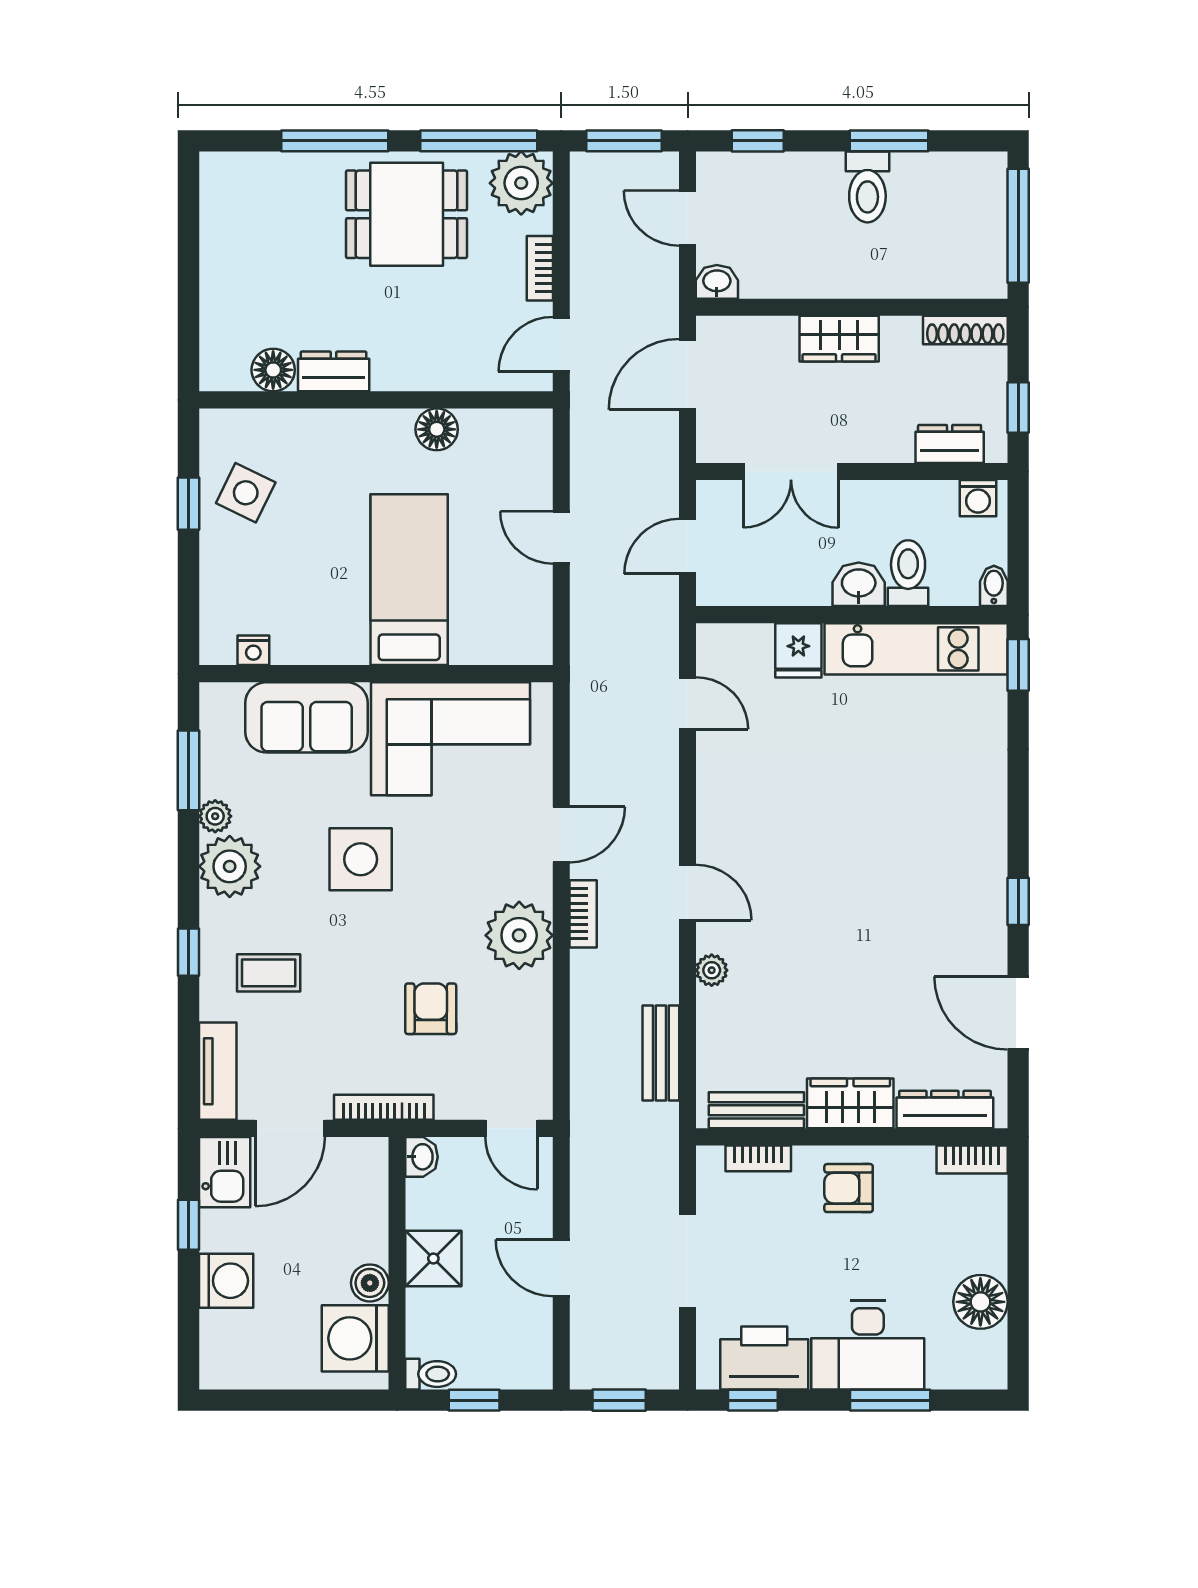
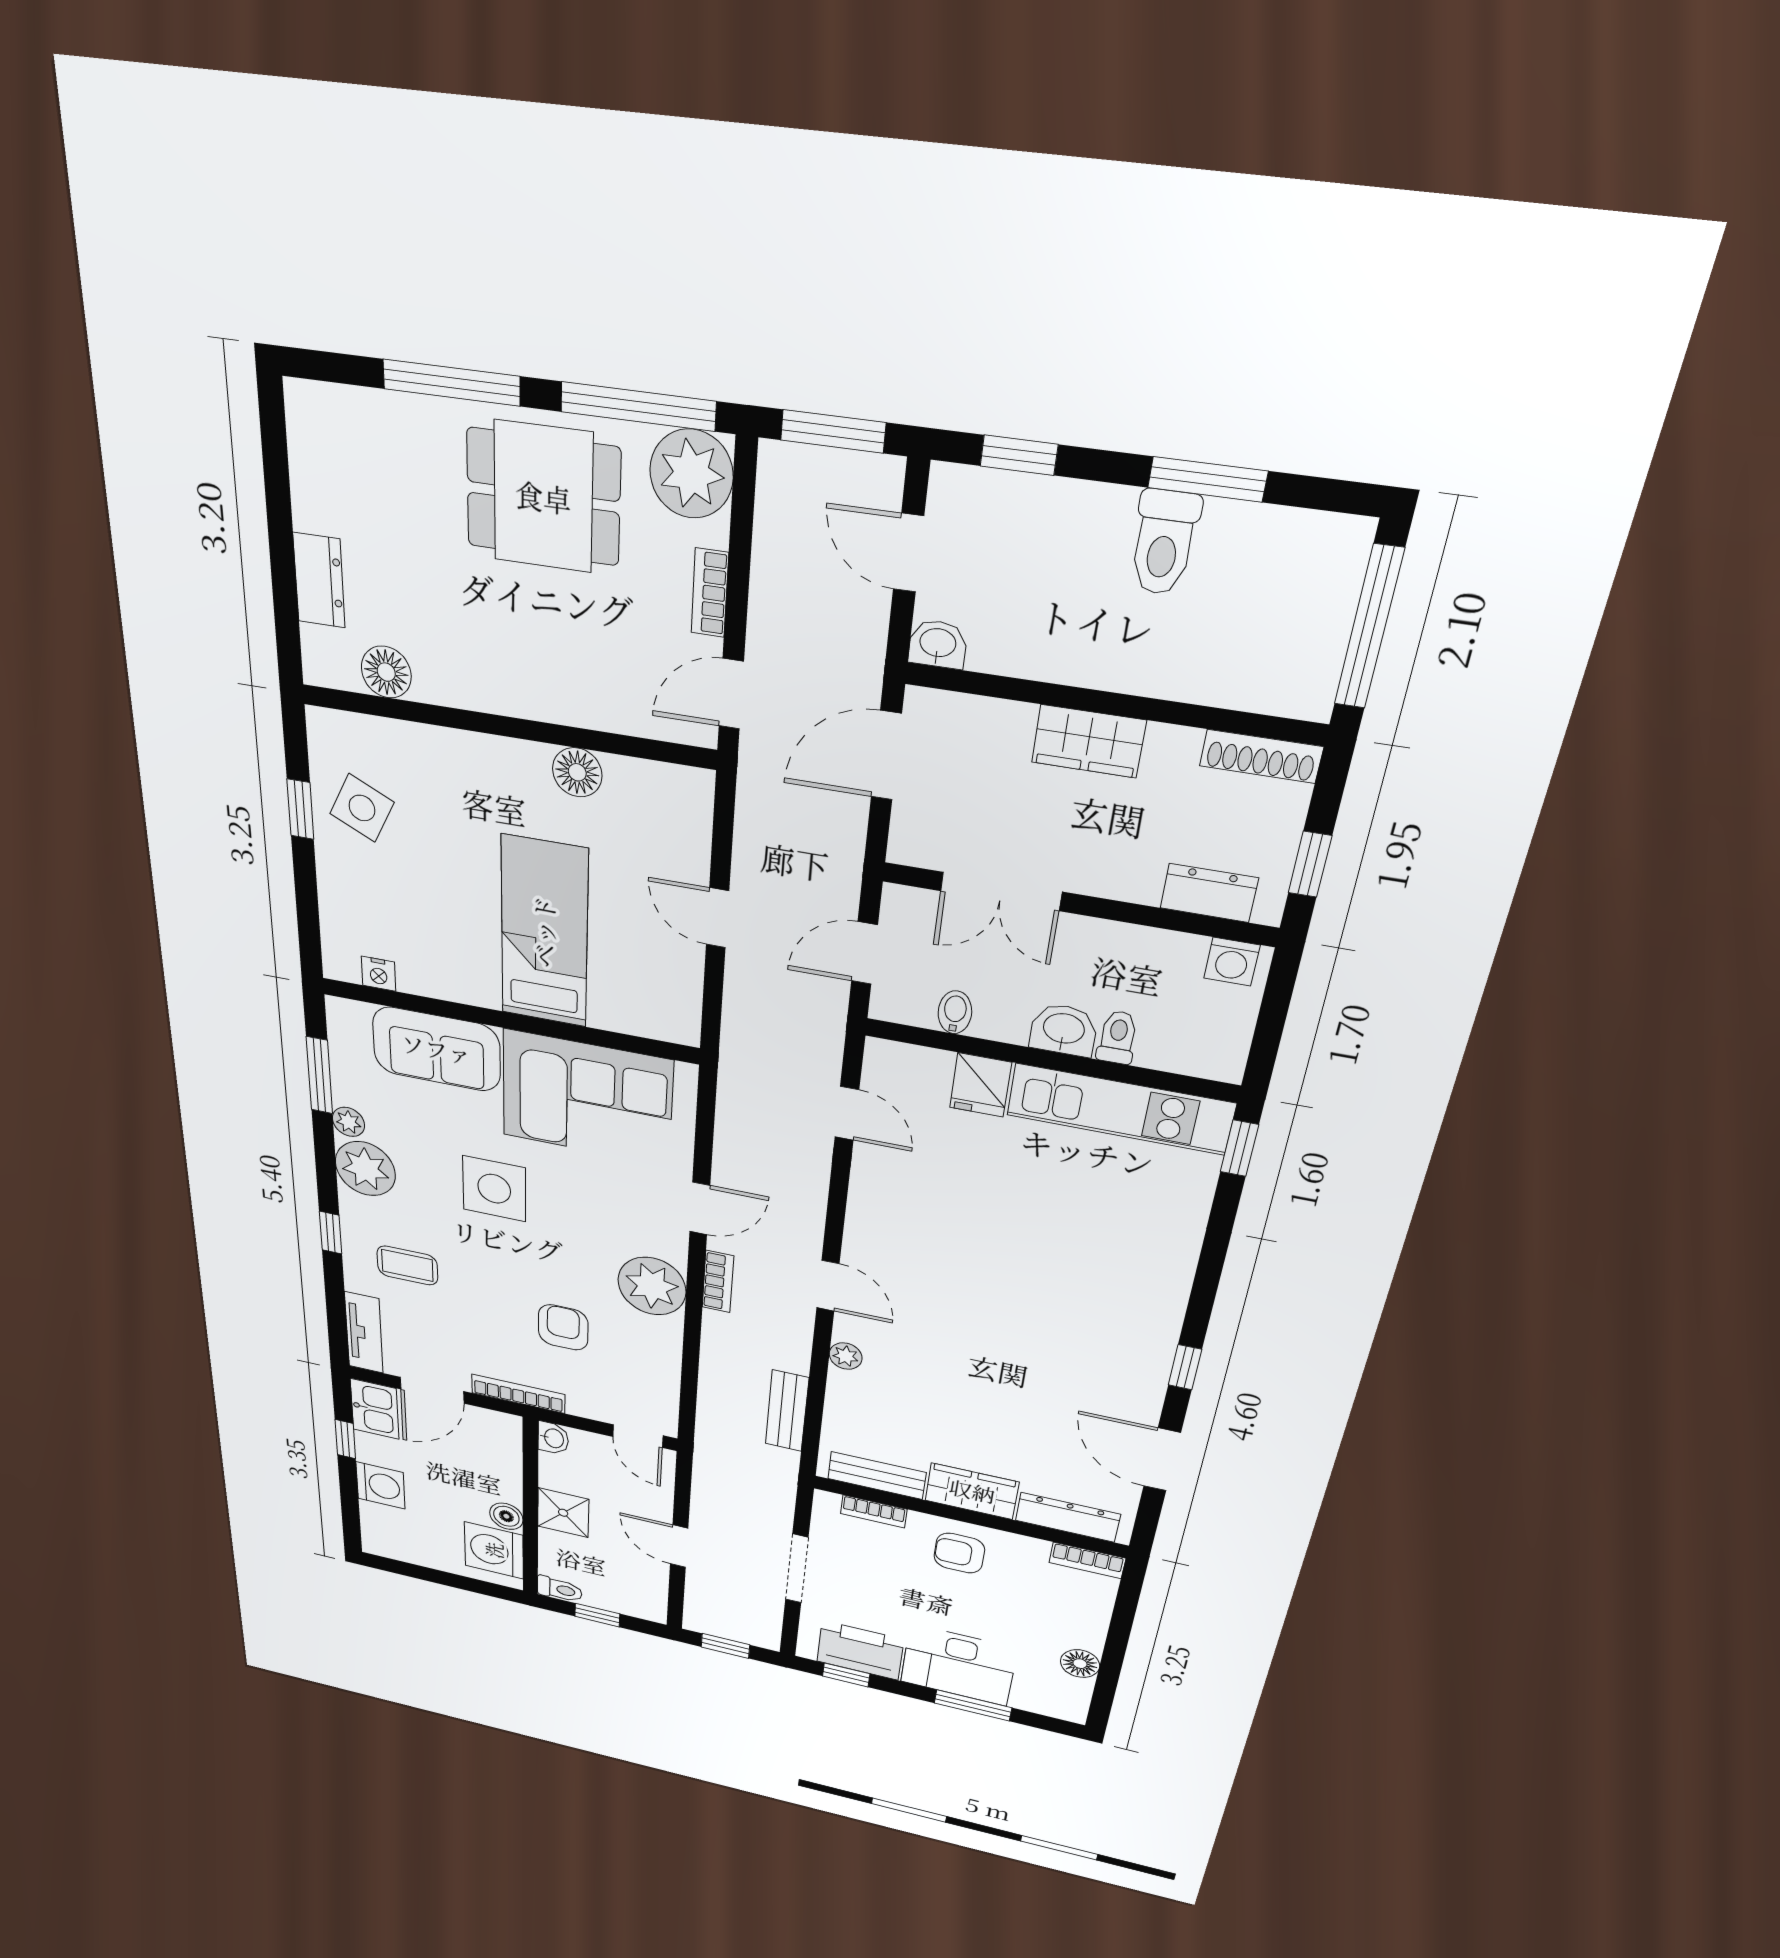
dresser: (334, 371) -> (319, 580), moved, turned 90
toilet: (908, 573) -> (1118, 1037), width x0.73, depth x0.72
bidet: (994, 586) -> (955, 1012), moved
floor lamp: (980, 1302) -> (1080, 1664), width x0.73, depth x0.73

